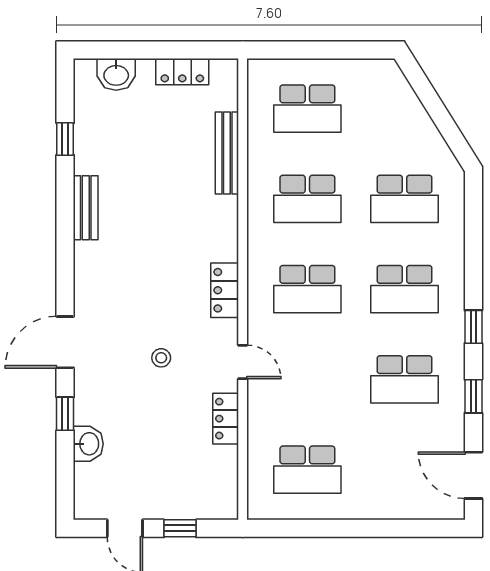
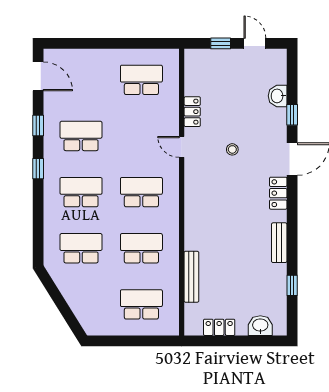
locker: (225, 290) -> (278, 193), moved, turned 180

